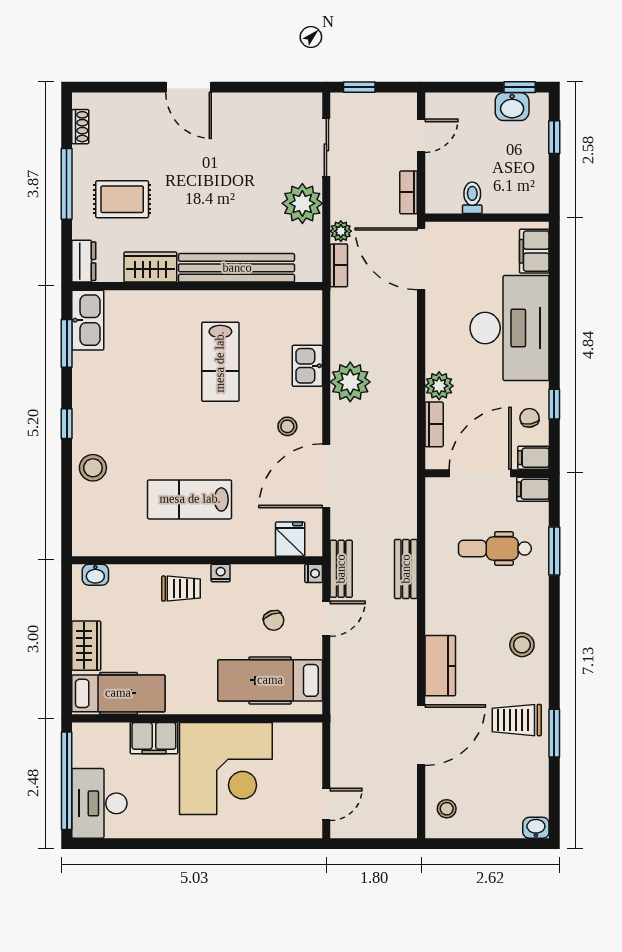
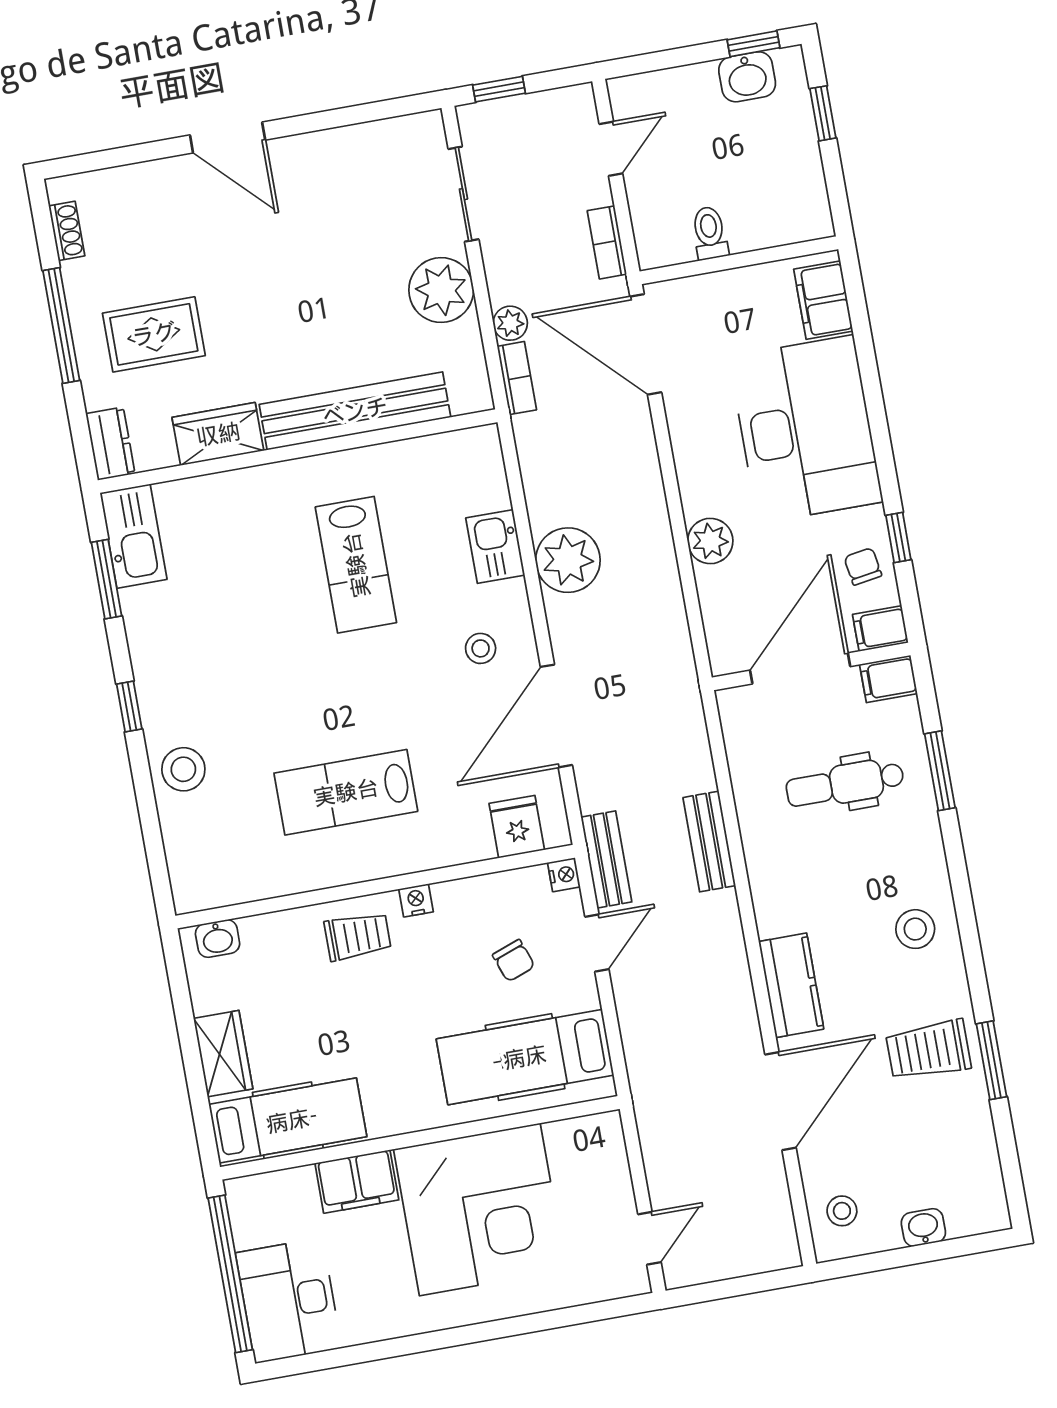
bookcase: (434, 424) -> (713, 604), removed
washbasin: (536, 828) -> (923, 1228), moved

